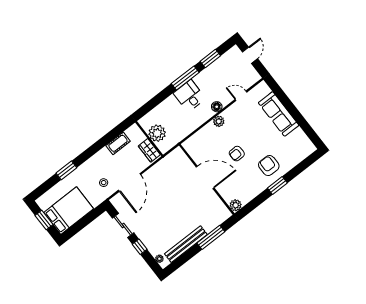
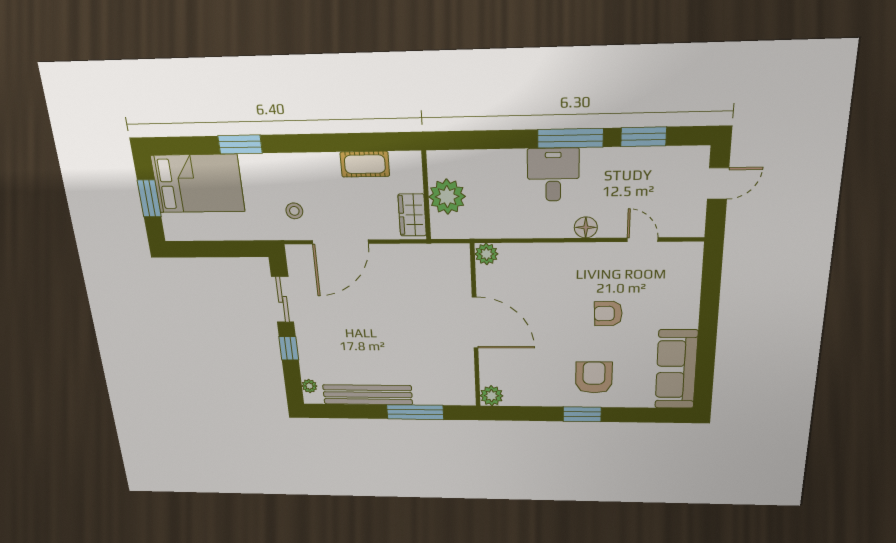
sofa: (279, 114) -> (676, 369), moved
plant: (219, 121) -> (486, 254), moved
armchair: (237, 154) -> (608, 313), moved
bed: (69, 211) -> (198, 184), moved

